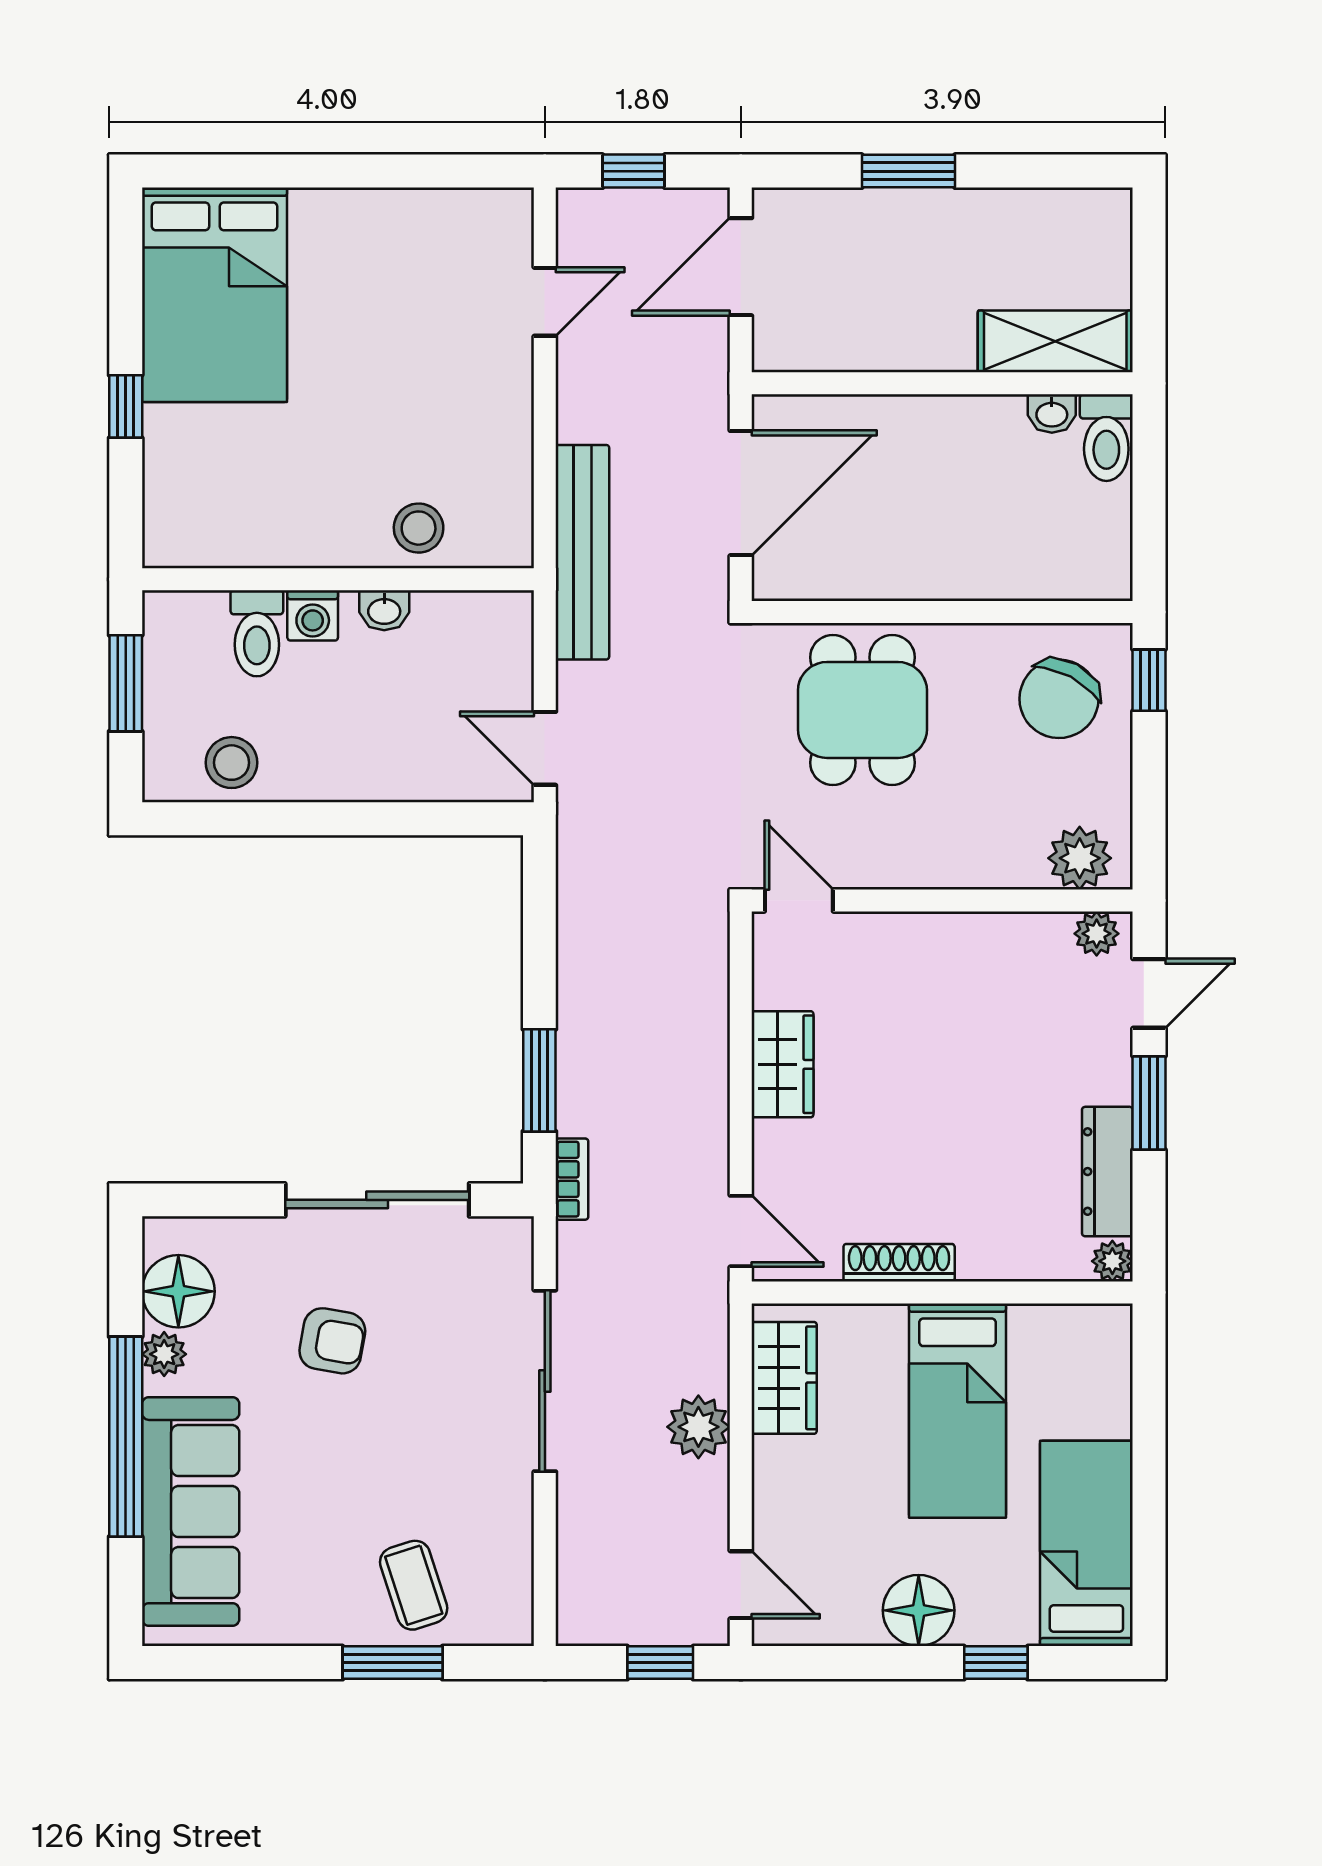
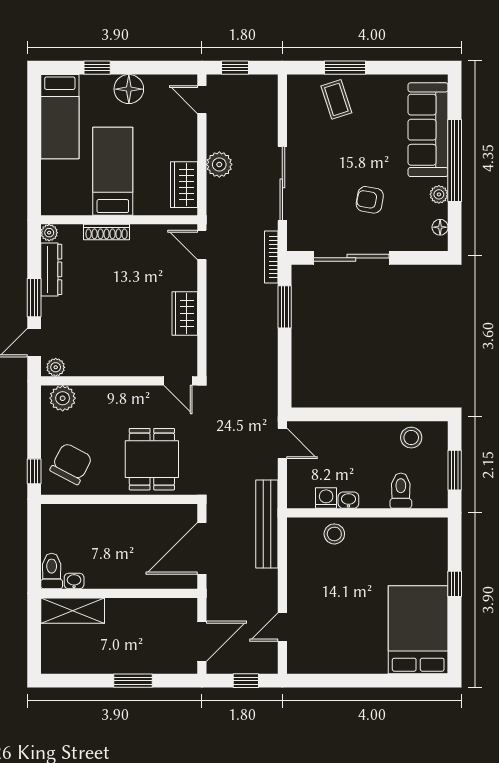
washing machine: (313, 615) -> (326, 498), moved
bookcase: (572, 1179) -> (271, 257), width x1.56
shoe rack: (899, 1263) -> (107, 232), moved
floor lamp: (178, 1291) -> (440, 227), width x0.53, depth x0.53

